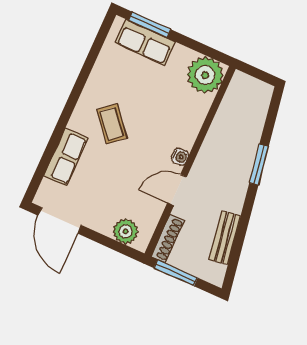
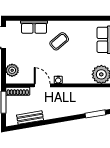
window: (259, 165) -> (95, 114), moved

